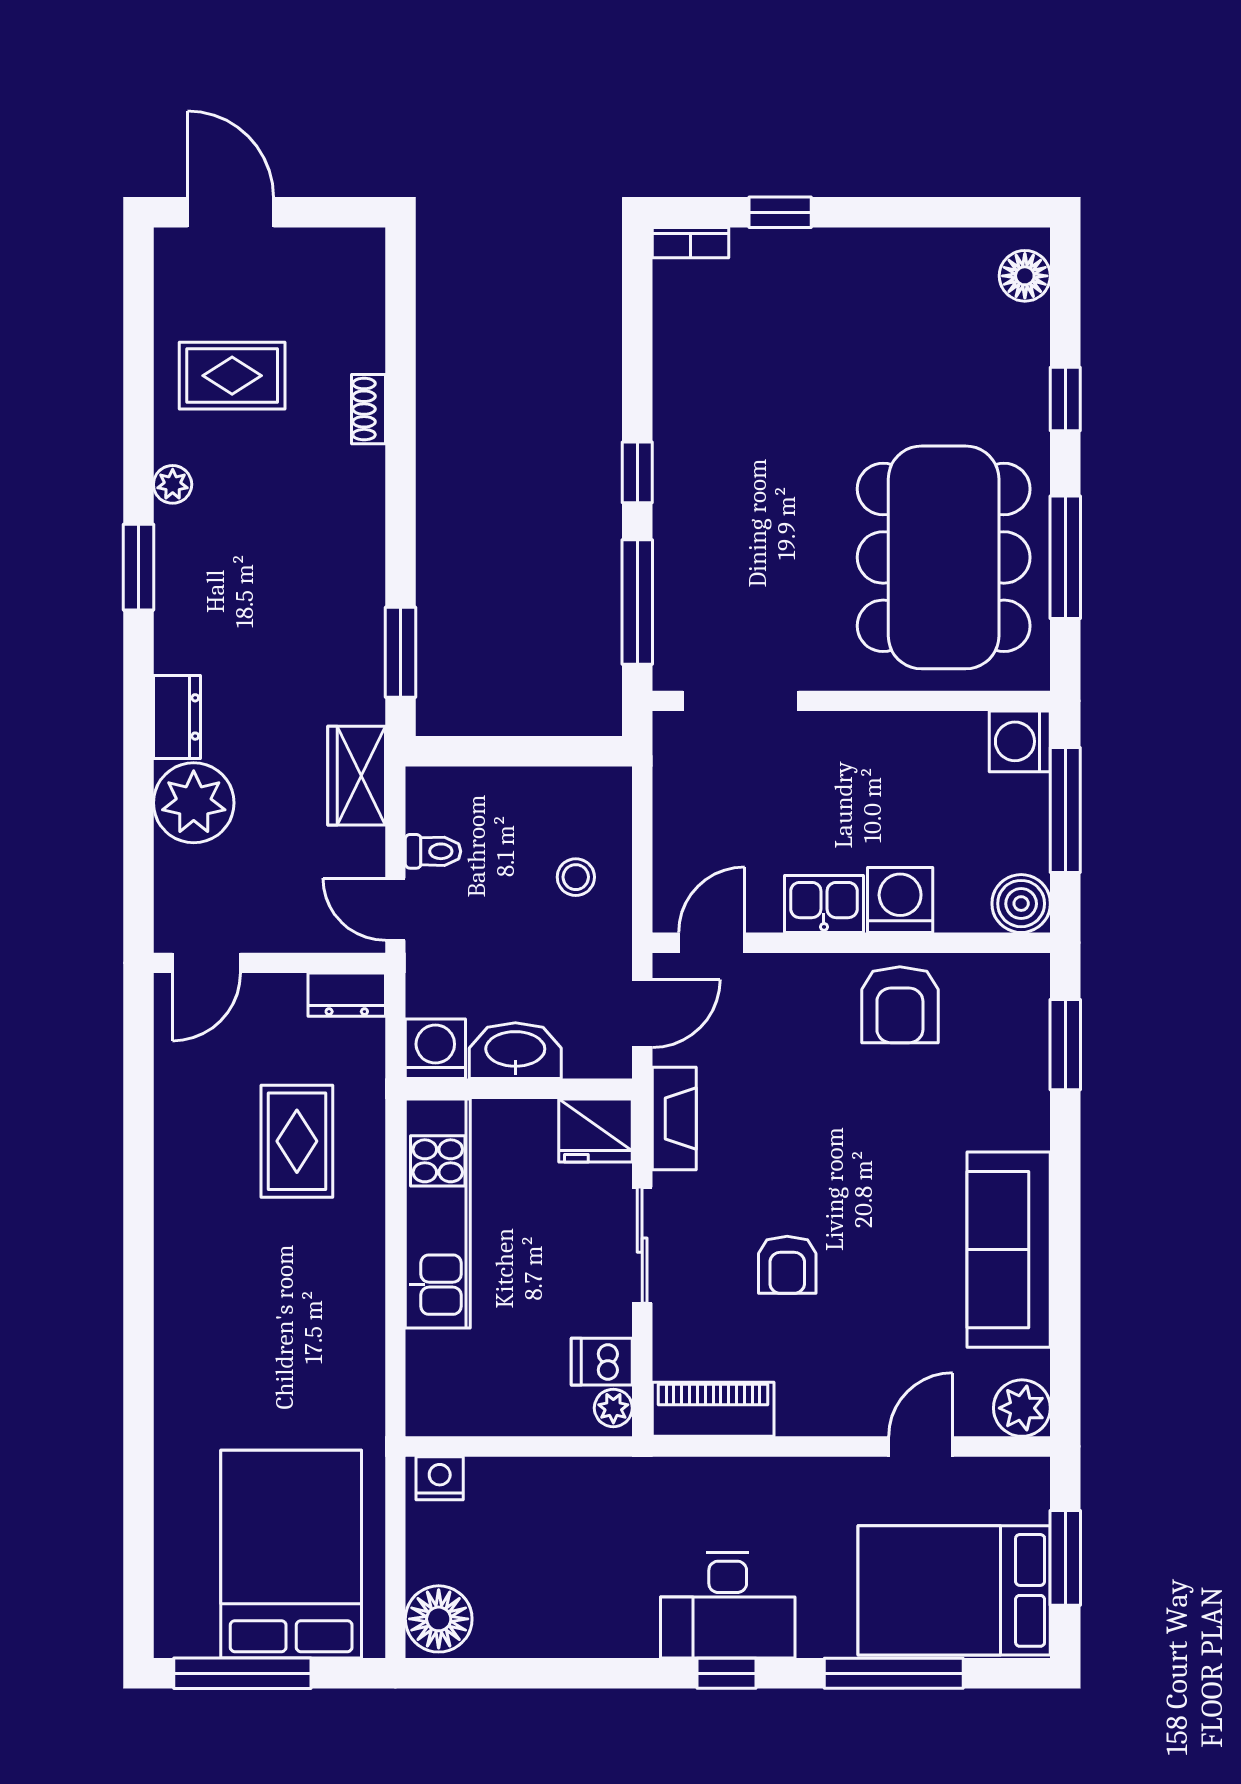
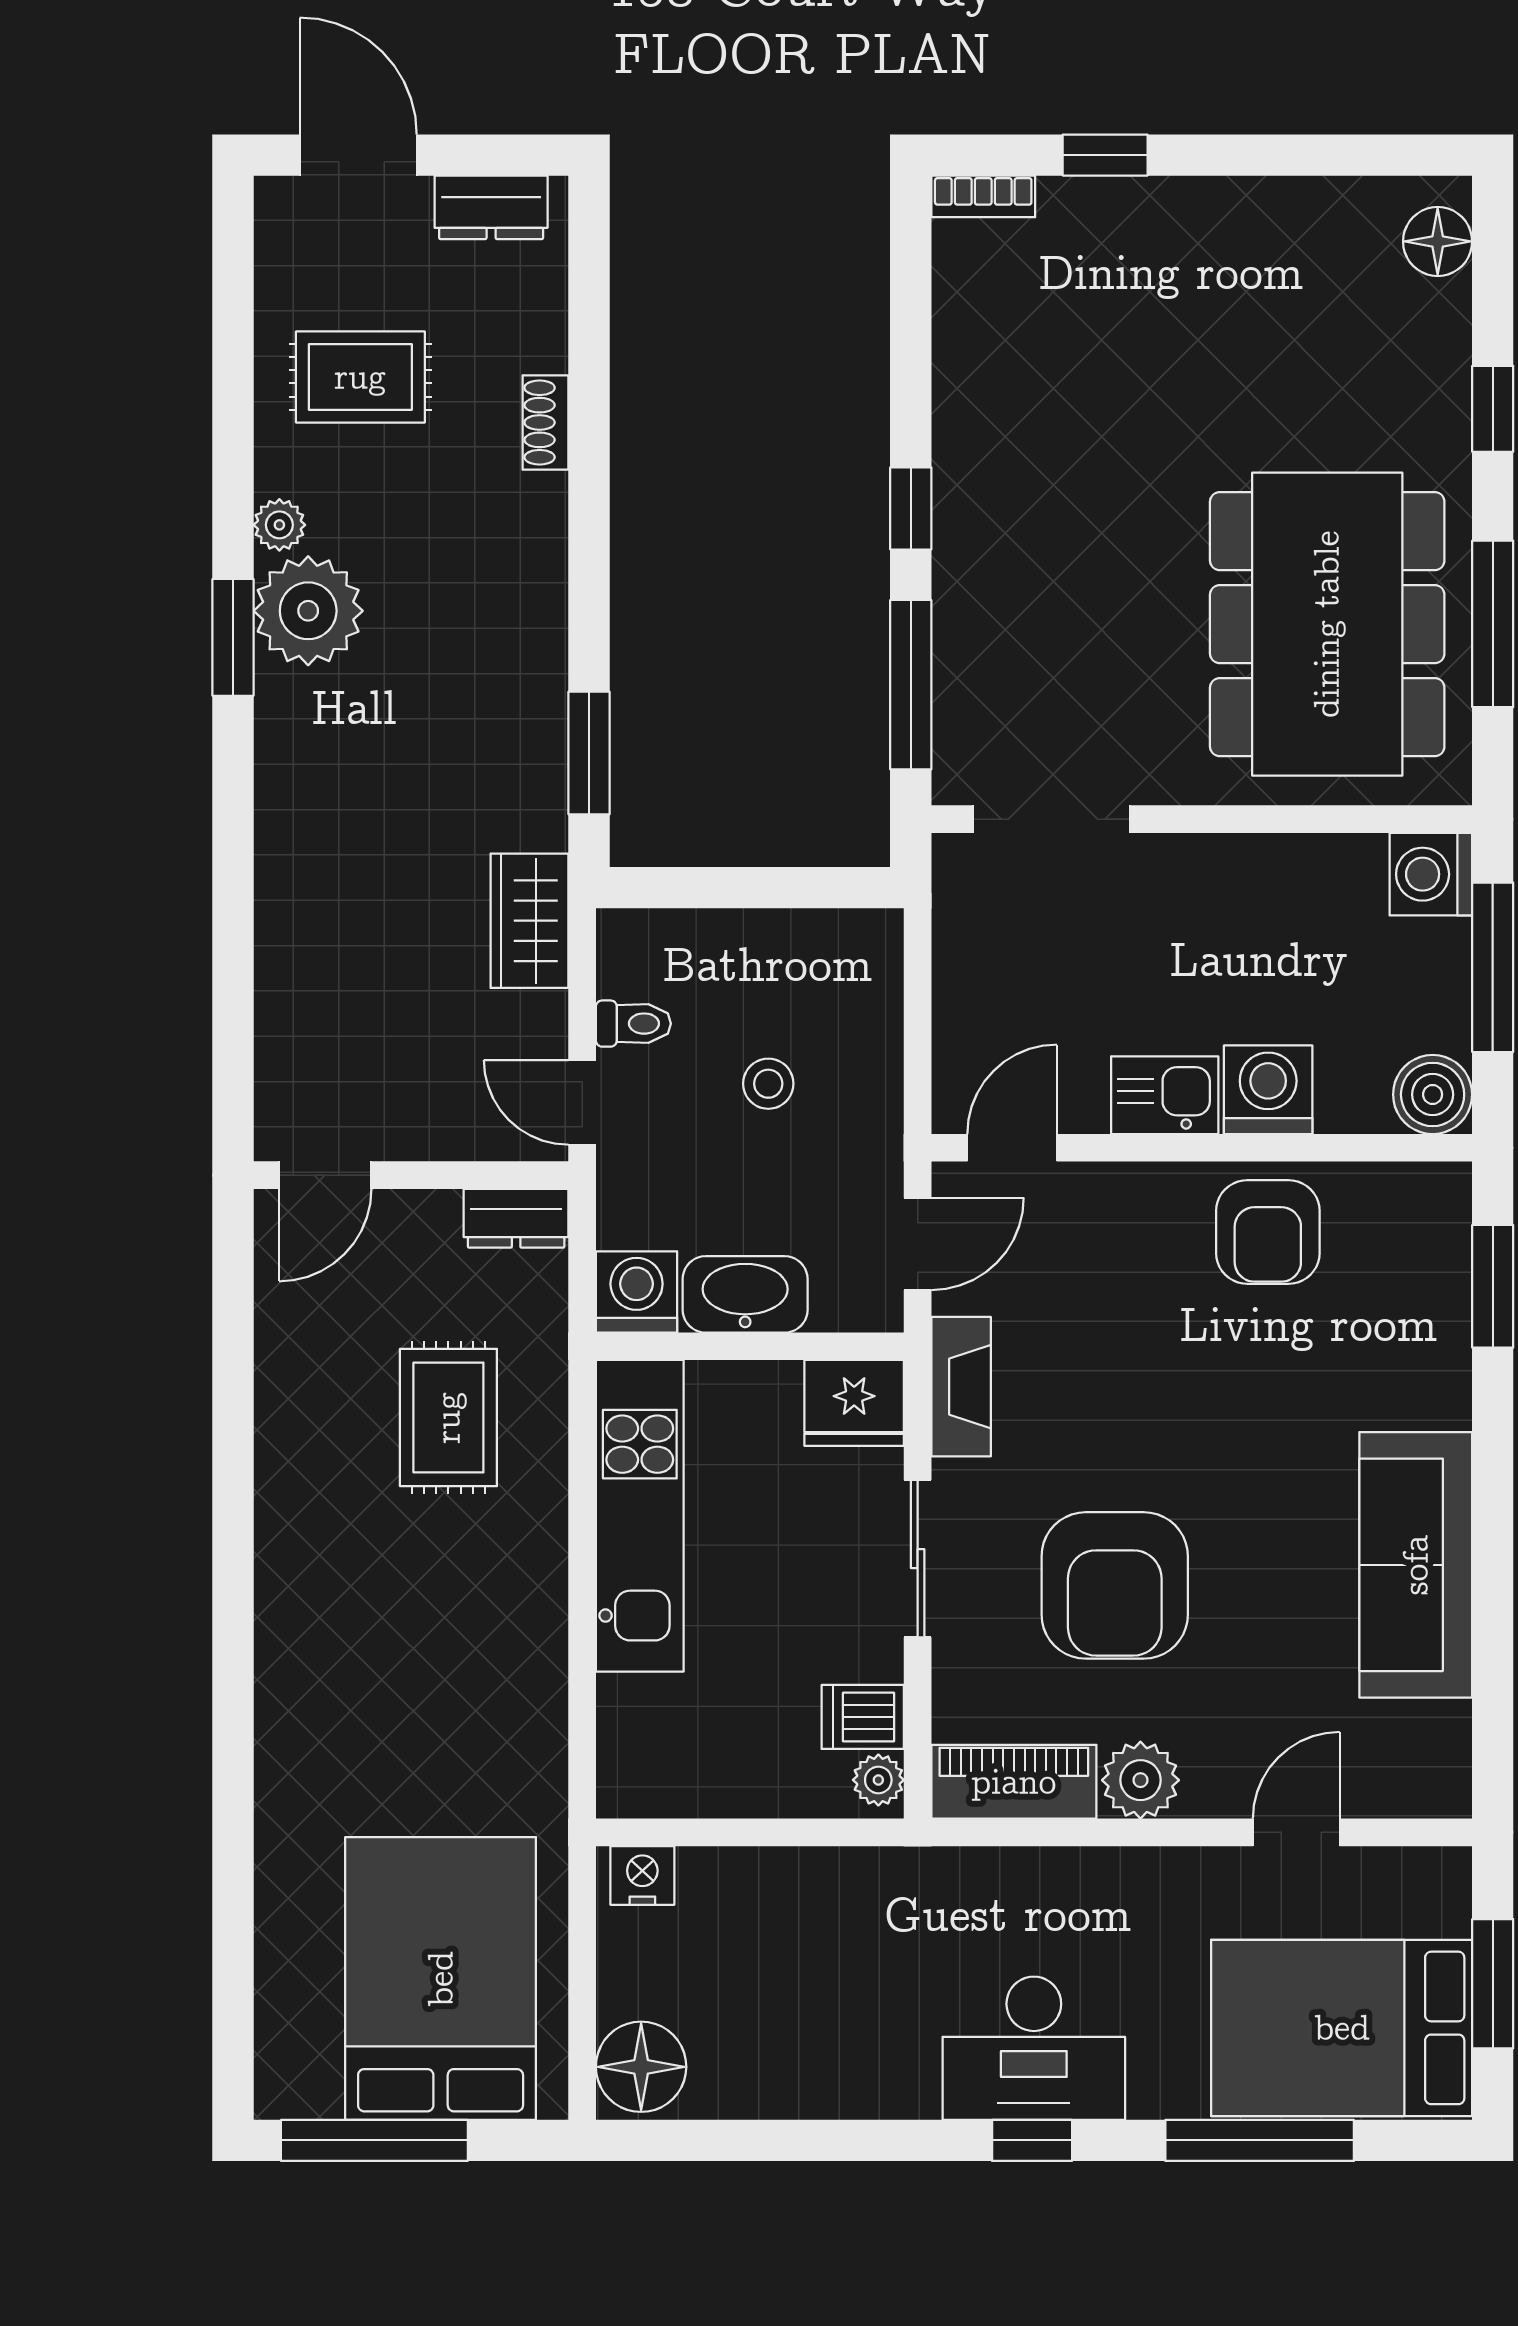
dresser: (177, 717) -> (491, 207), moved, turned 90
plant: (194, 803) -> (308, 611), moved
stool: (576, 877) -> (768, 1084), moved
armchair: (787, 1265) -> (1115, 1585), width x1.88, depth x1.88
plant: (1022, 1408) -> (1140, 1780), moved

